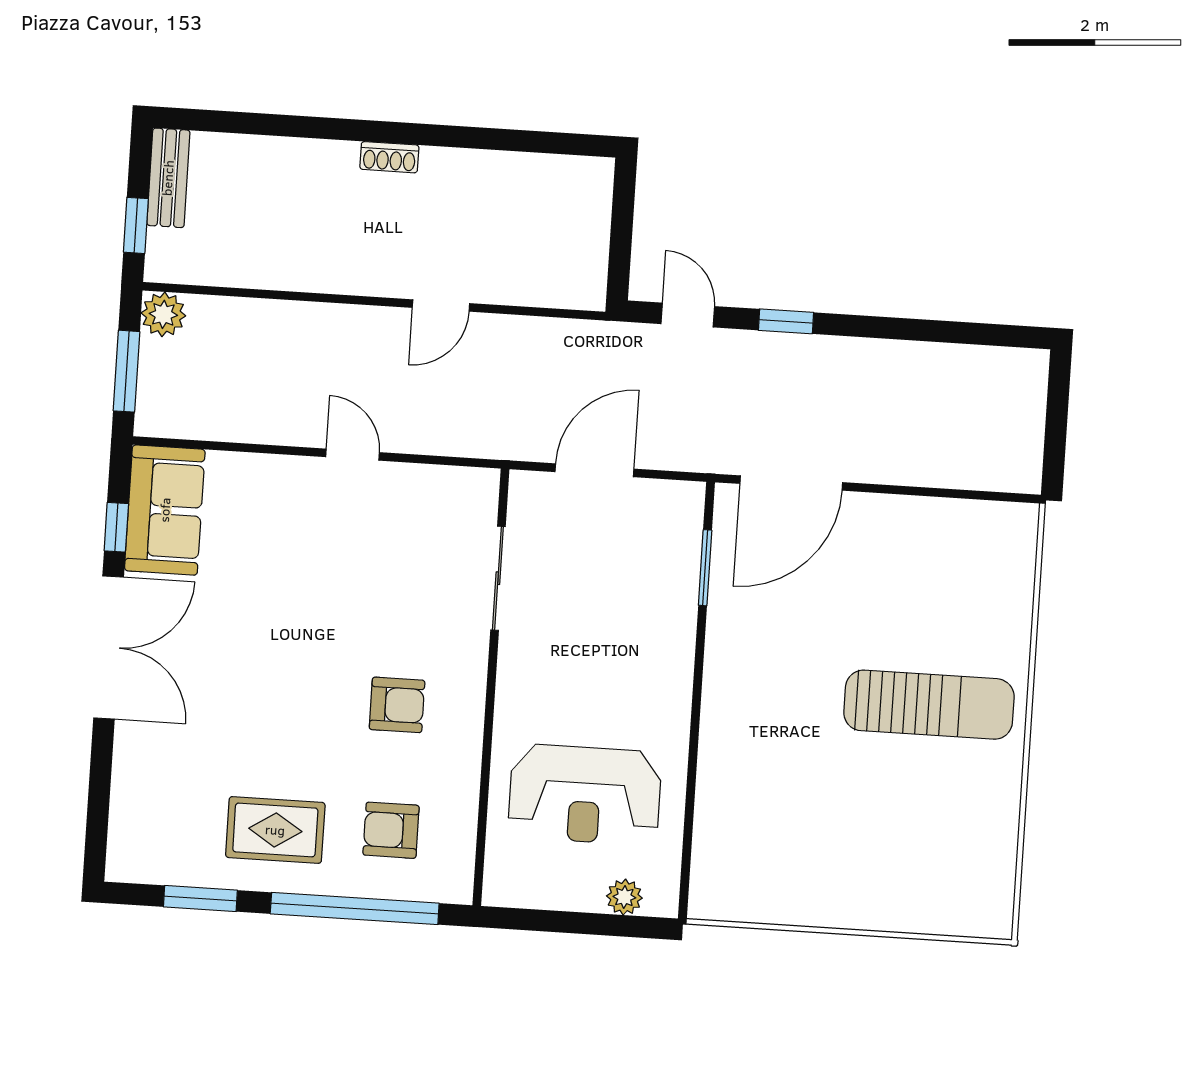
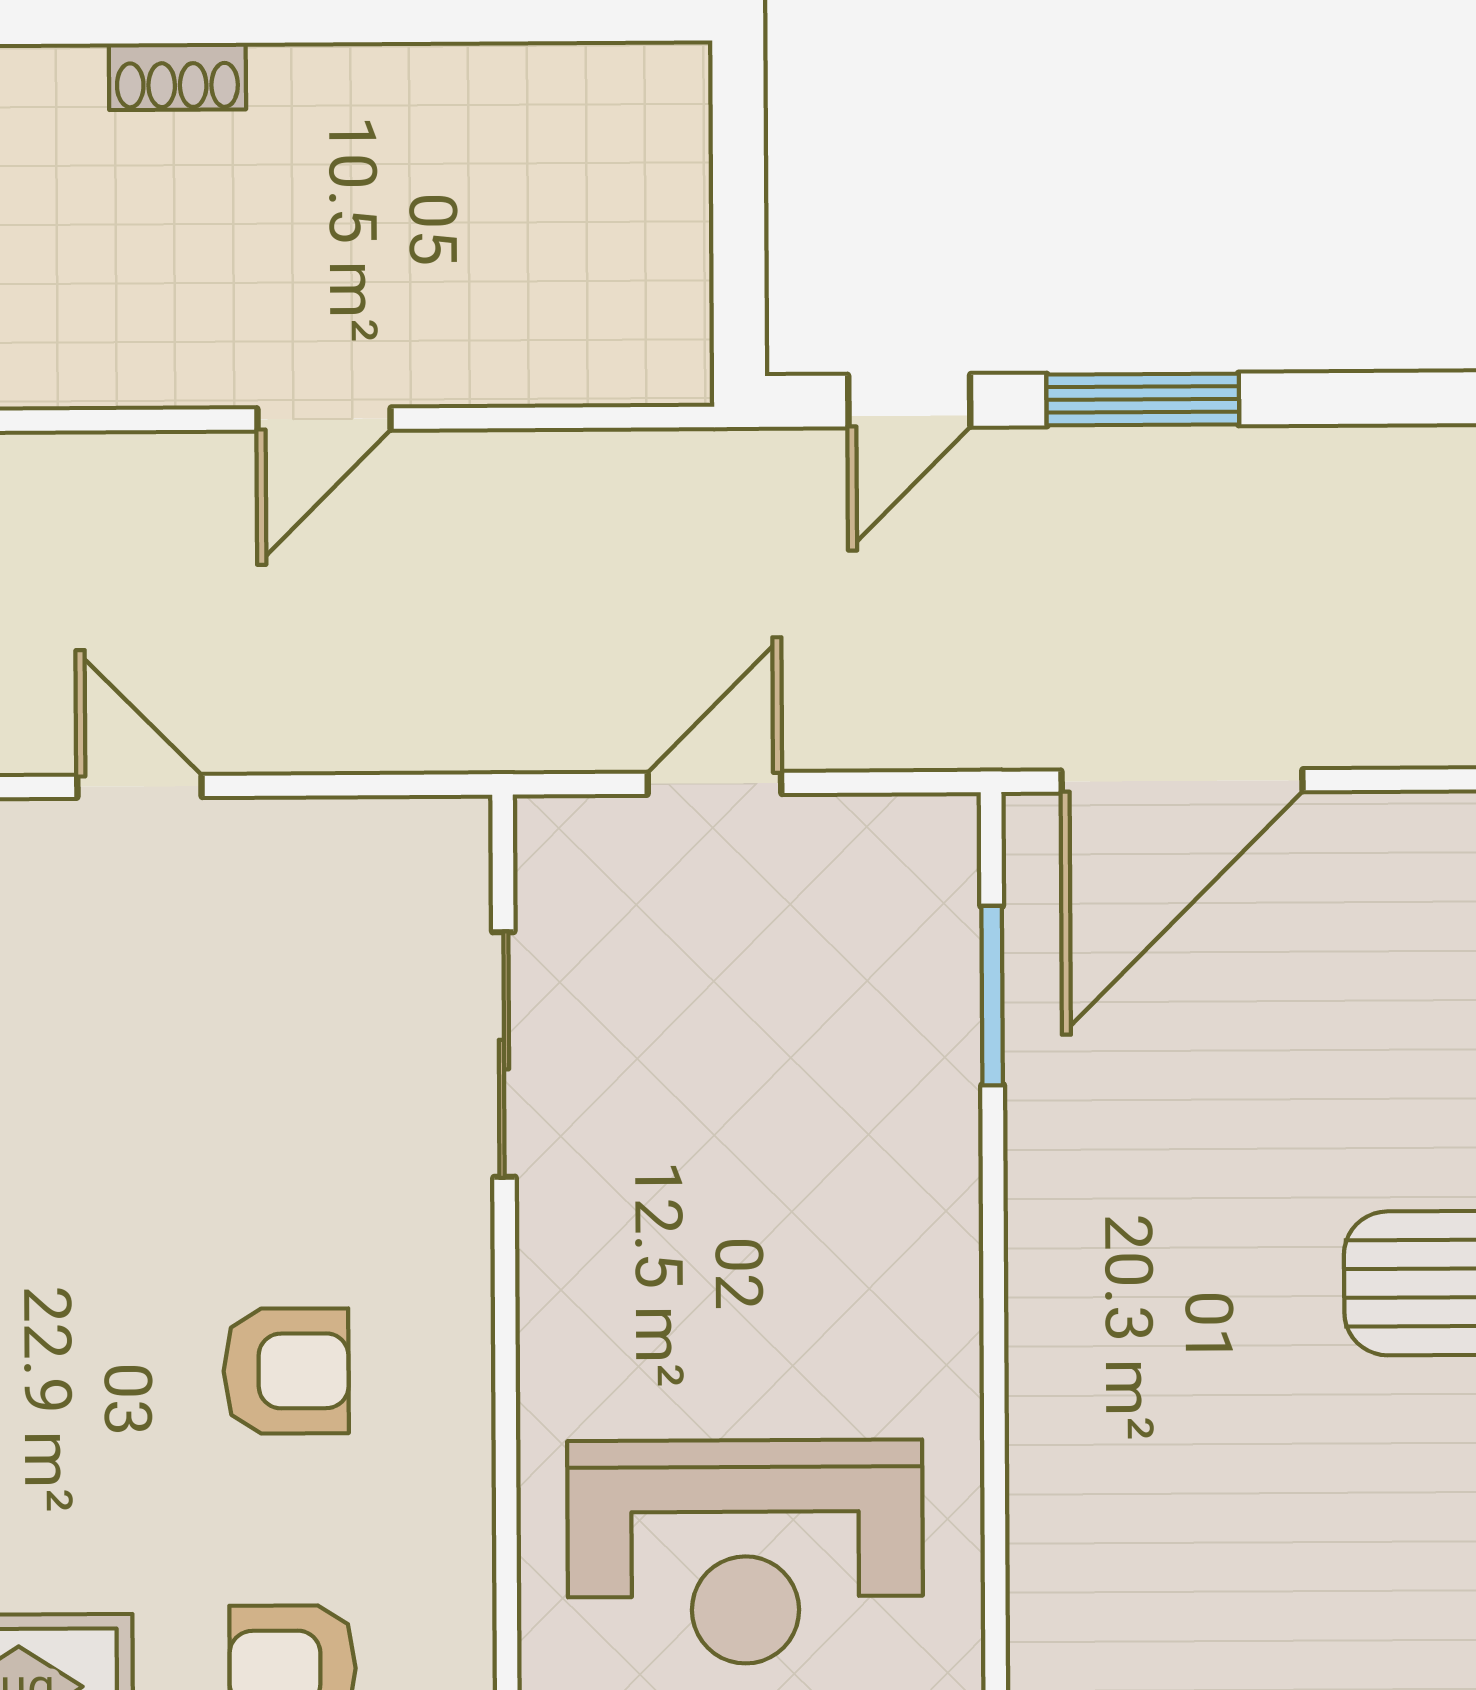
door: (688, 315) -> (909, 401), swing flipped
window: (786, 321) -> (1143, 399), width x1.50
door: (594, 470) -> (714, 783), width x0.73

